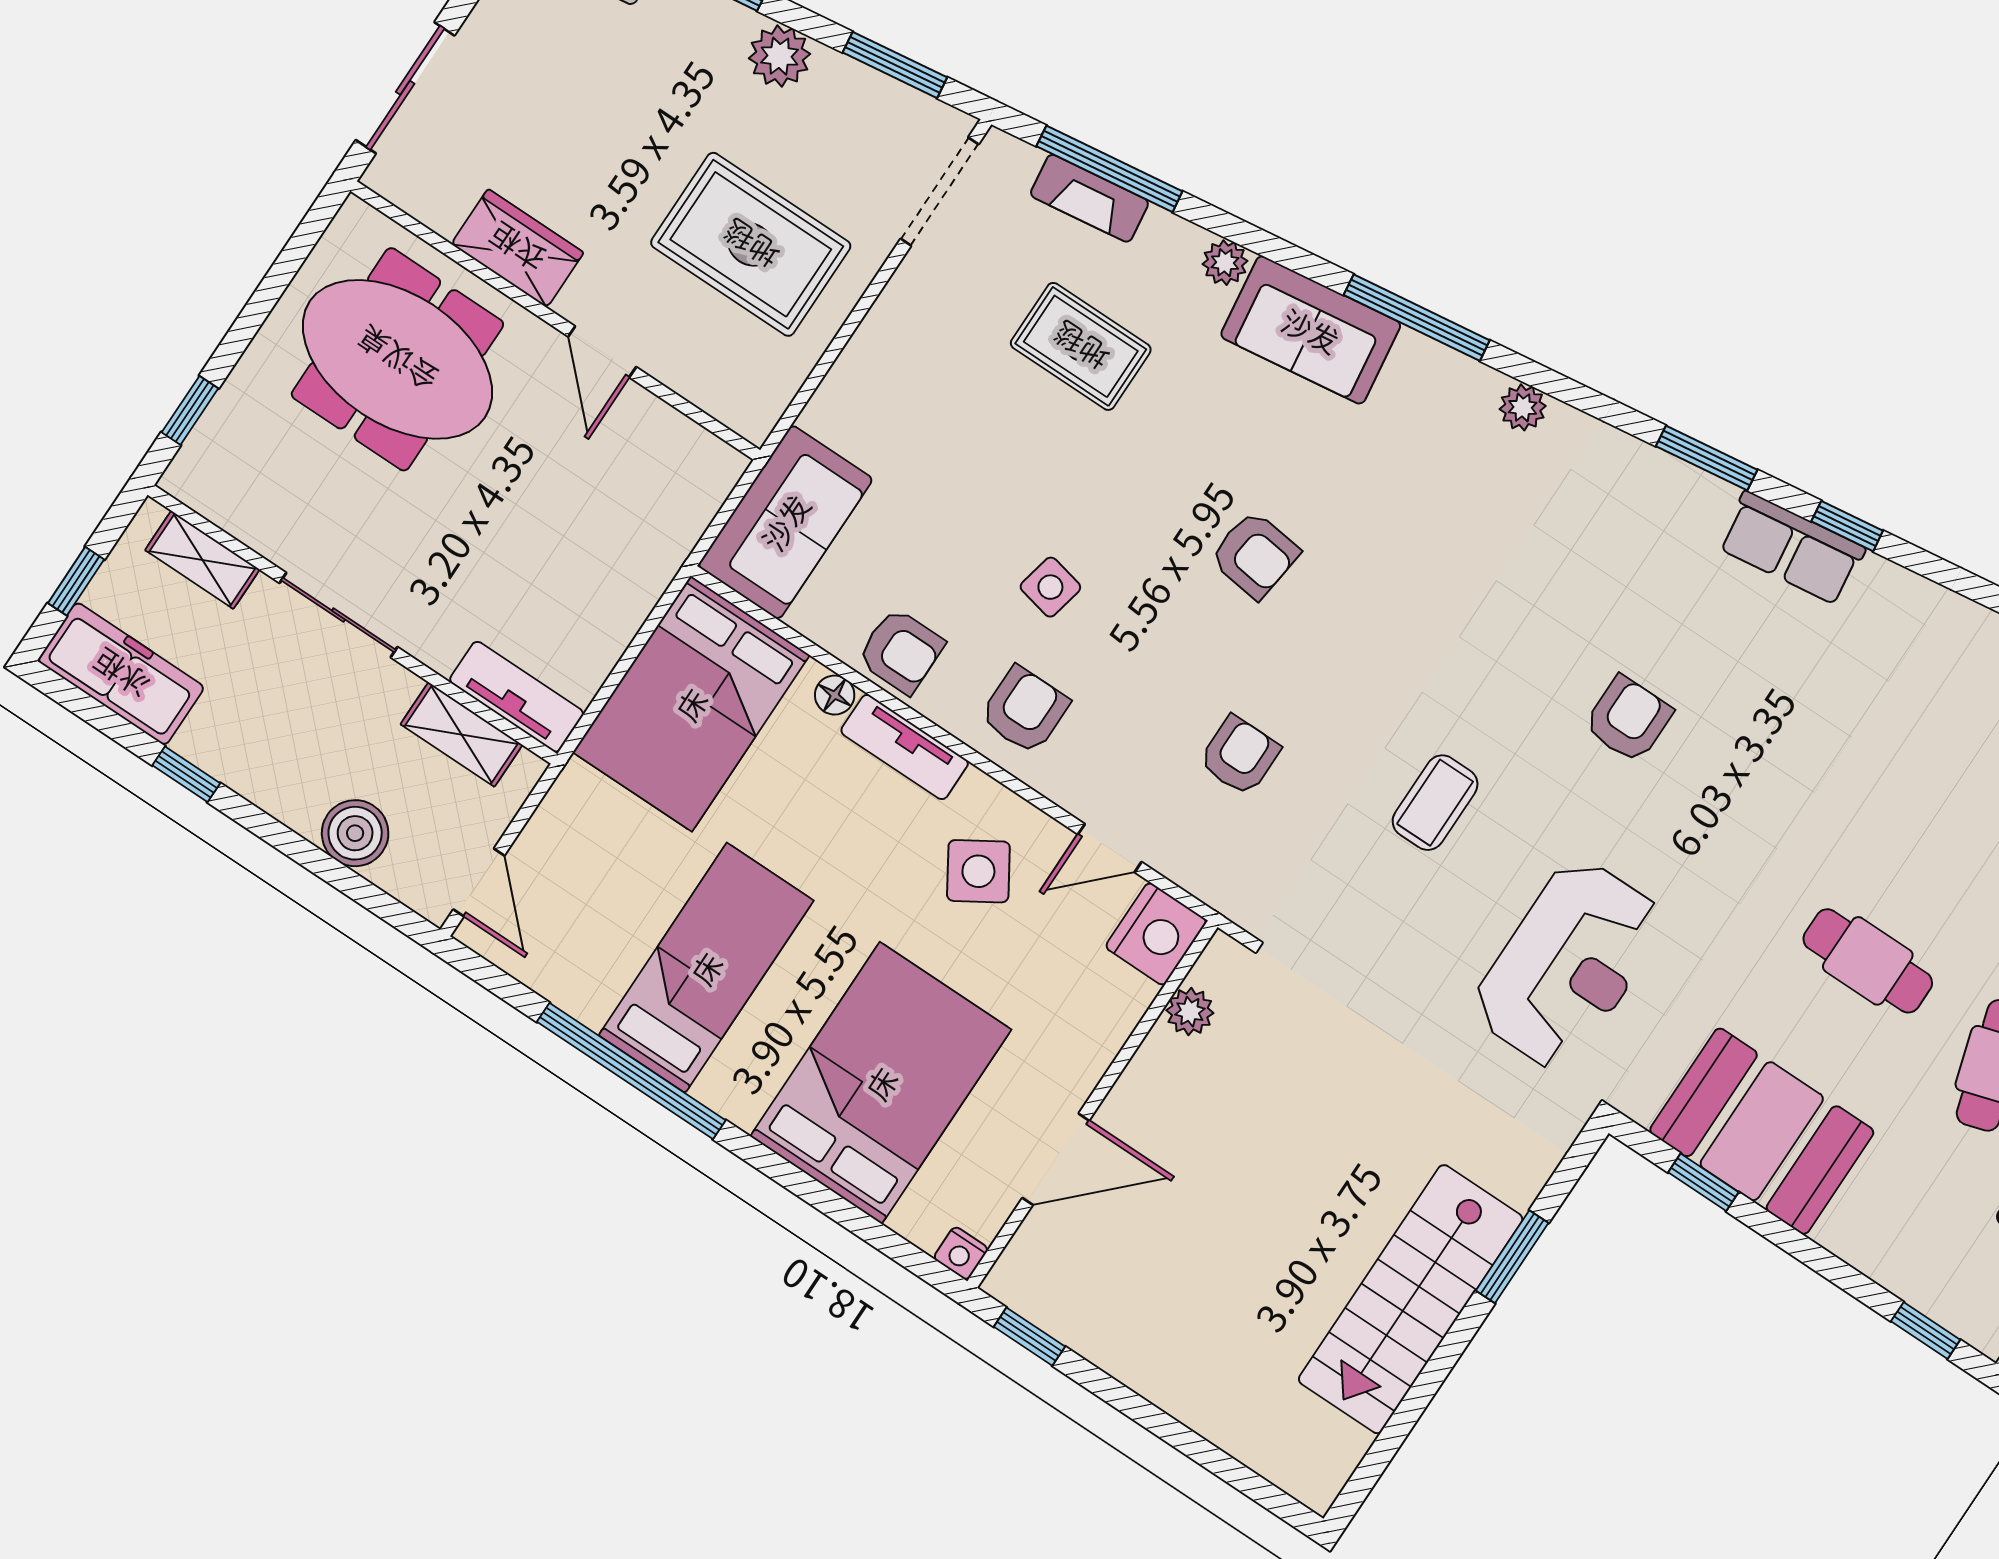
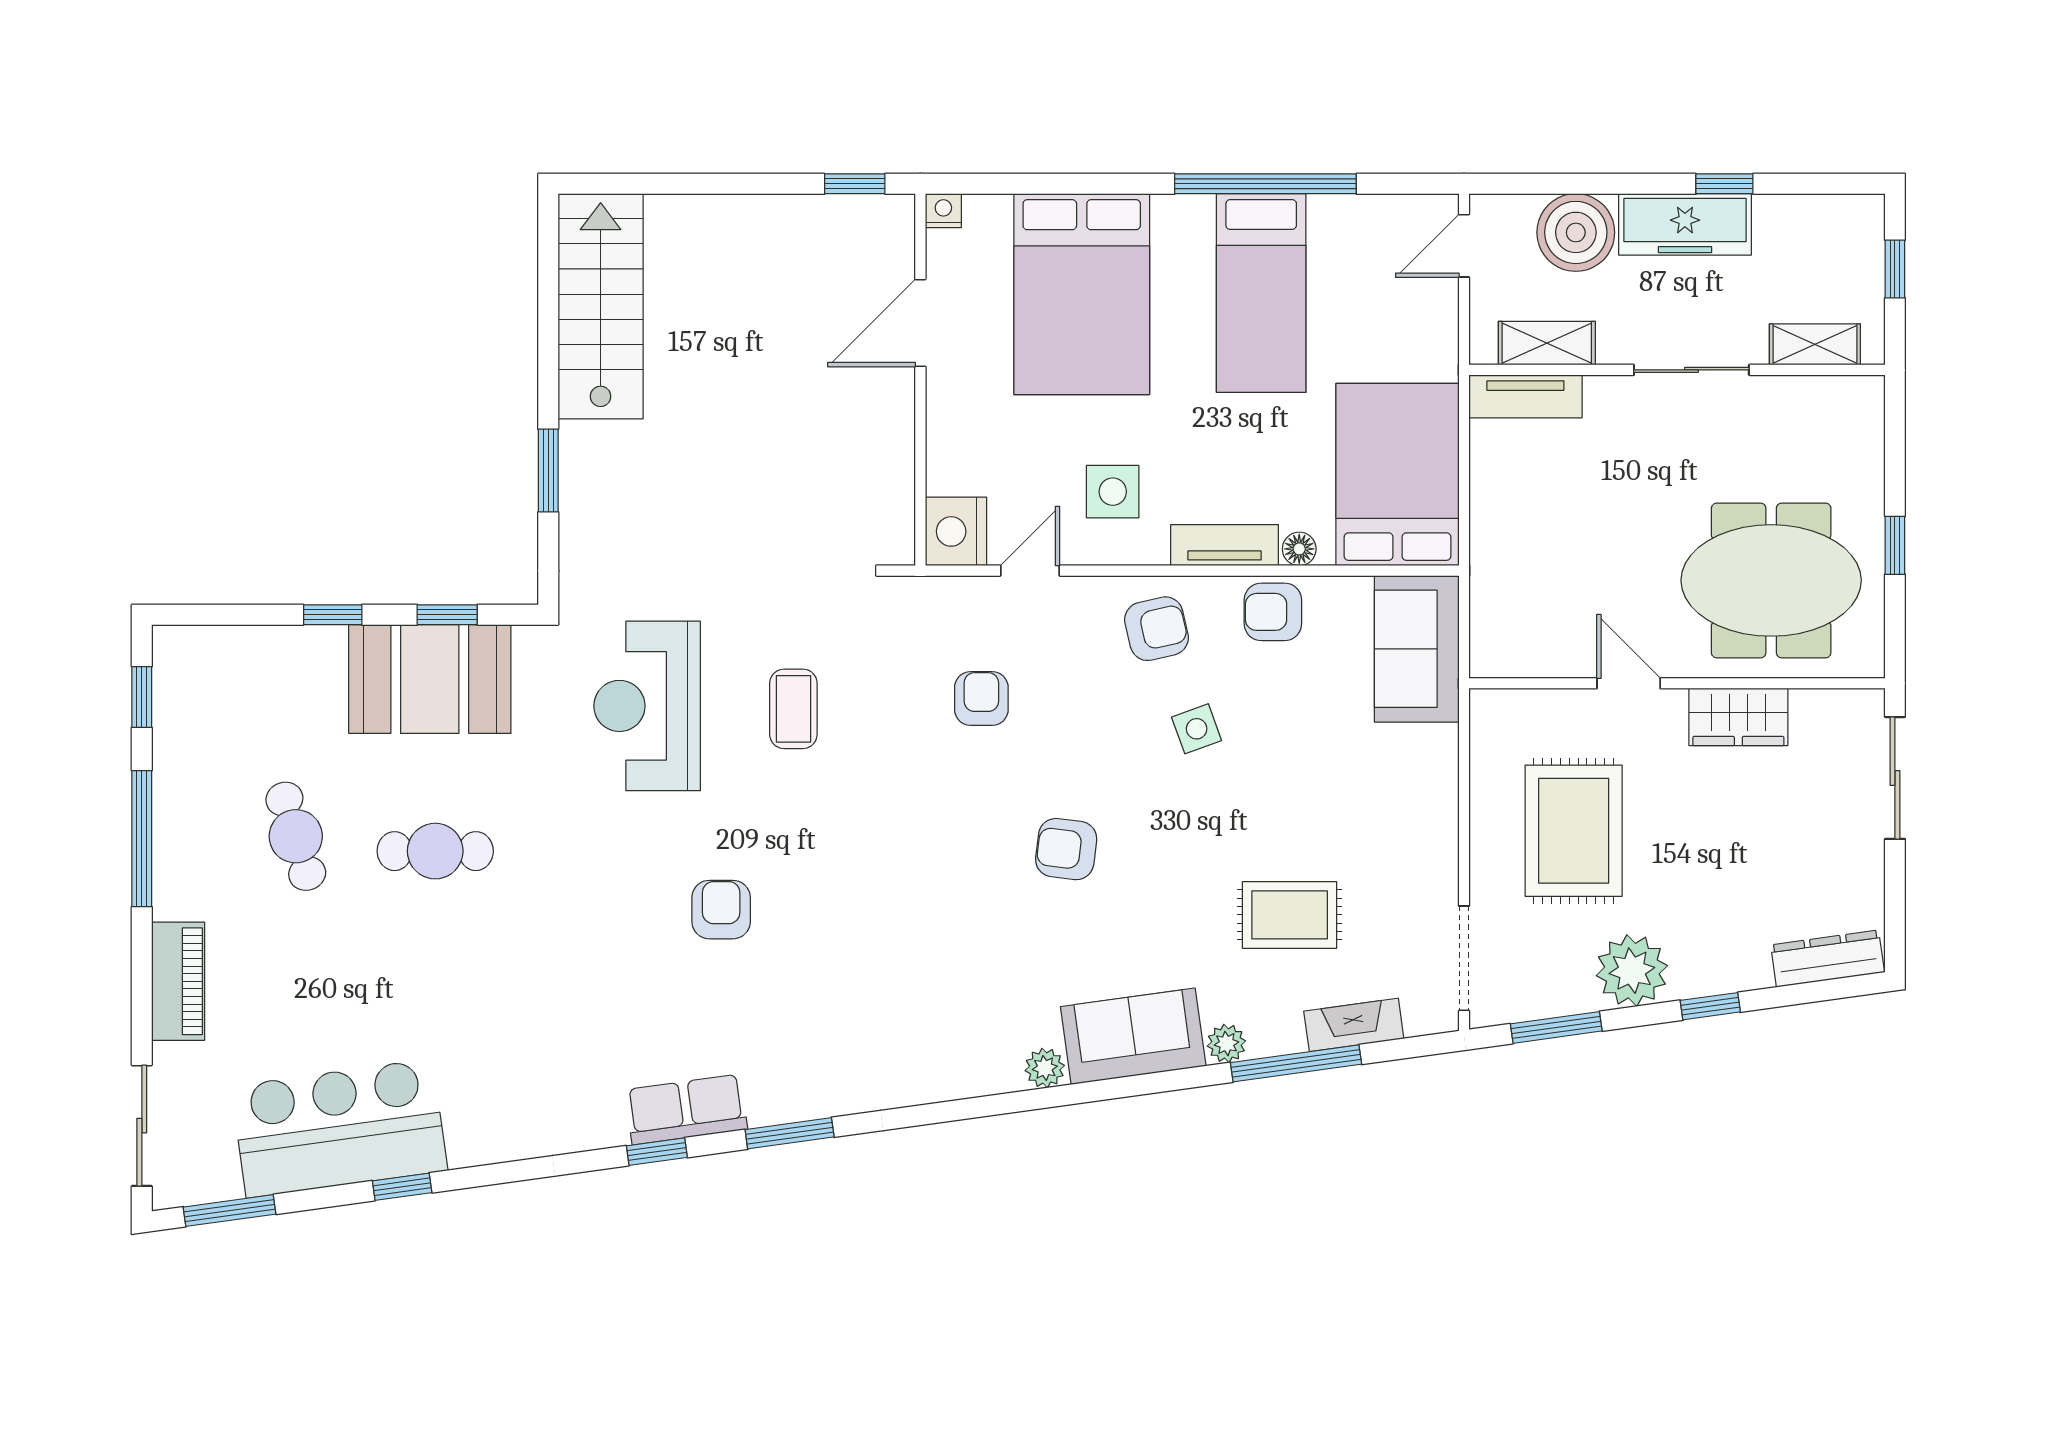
plant: (780, 56) -> (1632, 971), width x1.36, depth x1.36
window: (1109, 169) -> (1296, 1063), moved
rug: (751, 244) -> (1574, 831), turned 90
window: (1417, 318) -> (1063, 1095), removed
plant: (1523, 407) -> (1045, 1068), moved
window: (190, 410) -> (1895, 545), moved
side table: (1050, 587) -> (1197, 729), turned -32
freezer: (121, 674) -> (1685, 224), moved
armchair: (1025, 710) -> (1157, 629), turned -103
armchair: (1628, 719) -> (721, 910), turned 180
armchair: (1240, 756) -> (981, 699), turned 180
coffee table: (1435, 803) -> (793, 709), moved
boiler: (355, 833) -> (1576, 232), width x1.37, depth x1.37
side table: (978, 871) -> (1113, 492), turned 32
door: (479, 883) -> (1464, 246), hinge flipped
plant: (1190, 1012) -> (895, 492), removed
stairs: (1411, 1299) -> (601, 306), moved
window: (1926, 1330) -> (333, 615), moved

